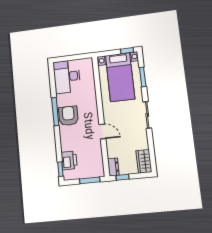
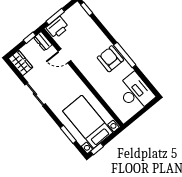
sliding door: (147, 115) -> (35, 94), moved
armchair: (68, 116) -> (110, 59), turned 180
door: (102, 131) -> (64, 56), moved
printer: (69, 160) -> (57, 28), moved, turned -90

